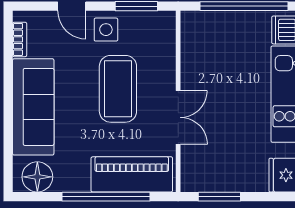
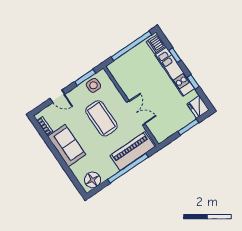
side table: (106, 30) -> (93, 85), moved
sofa: (33, 107) -> (67, 146), width x0.73
window: (219, 197) -> (188, 127), moved

